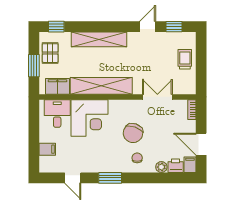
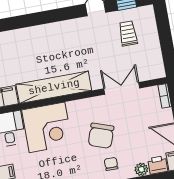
shelving: (99, 39) -> (41, 34), removed
trolley: (185, 59) -> (128, 33), moved

